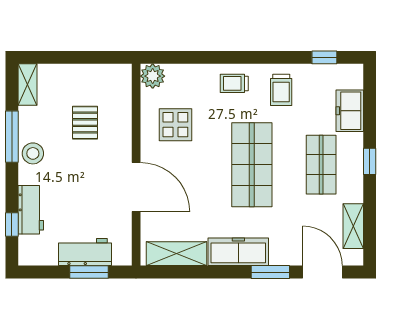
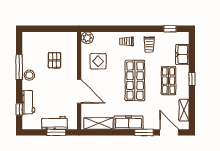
shelving: (28, 84) -> (27, 42), removed

